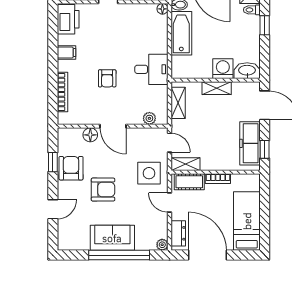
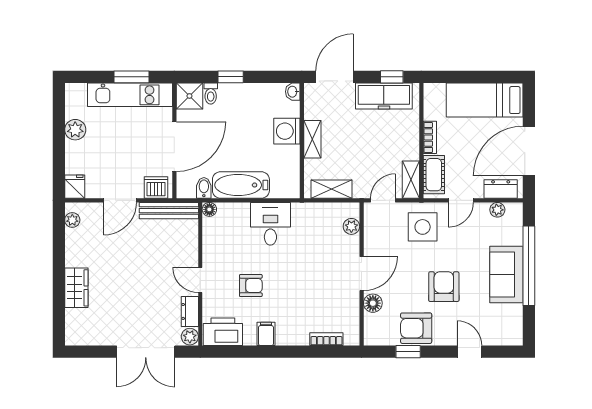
desk: (151, 69) -> (270, 224), moved
washbasin: (247, 71) -> (293, 92), width x0.52, depth x0.69
armchair: (107, 78) -> (251, 286), moved
bookcase: (63, 92) -> (326, 339), width x0.64
plant: (162, 245) -> (497, 210), moved

